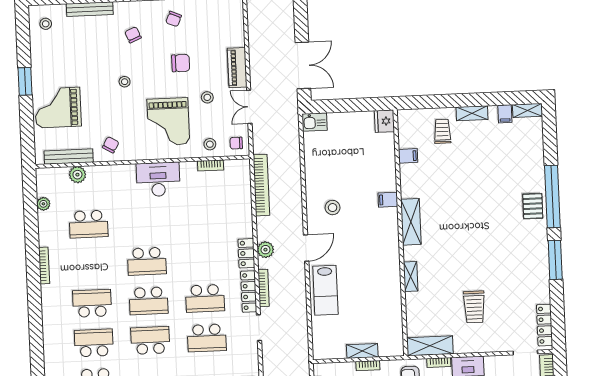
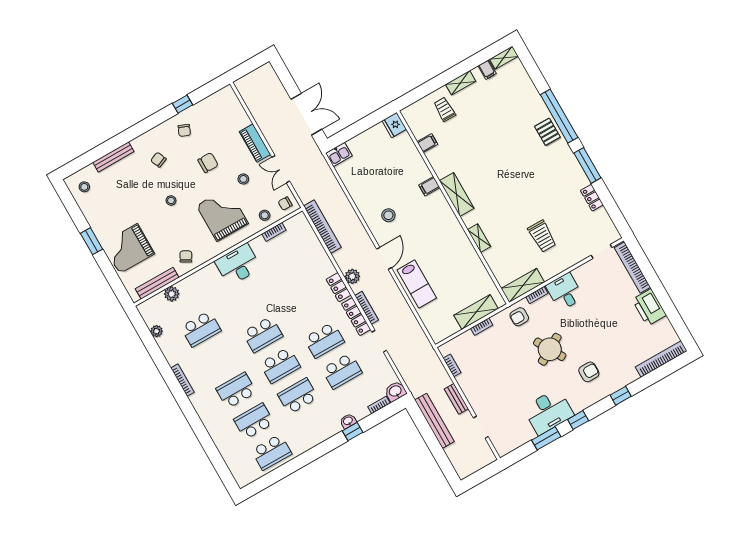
grand piano: (168, 122) -> (222, 214), turned 180
locker: (545, 325) -> (592, 198), moved, width x0.66
shelving: (362, 351) -> (476, 312), width x1.50, depth x1.33

